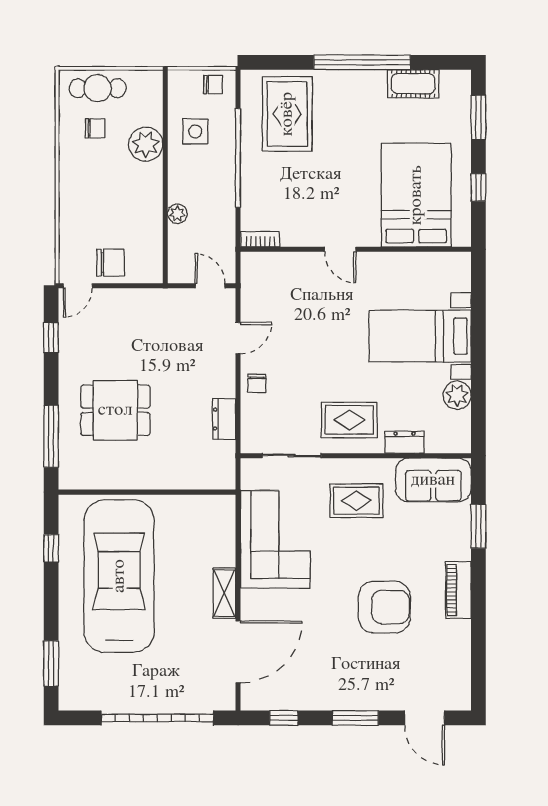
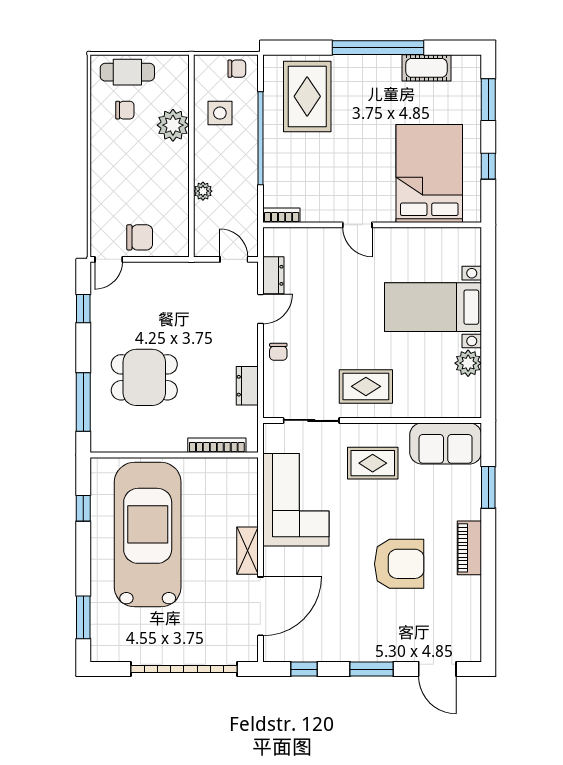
dresser: (405, 442) -> (273, 275), moved, turned 90
bookcase: (192, 482) -> (217, 445), added

